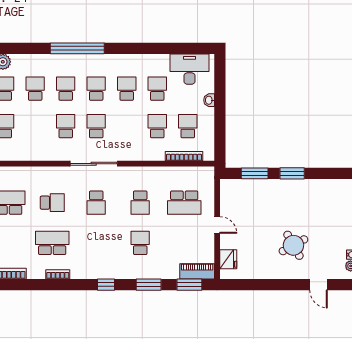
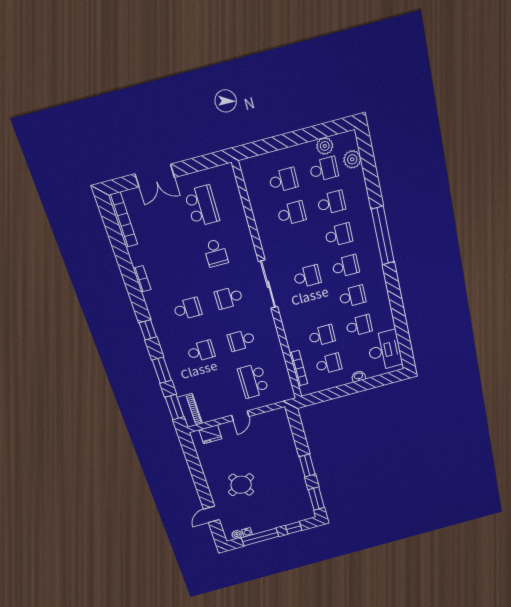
school desk: (66, 126) -> (292, 213), moved
window: (255, 173) -> (316, 499), moved
school desk: (52, 243) -> (187, 309), moved, width x0.54

